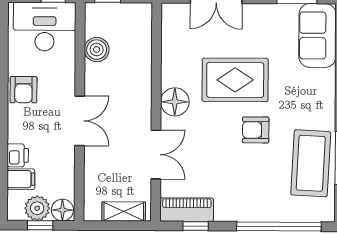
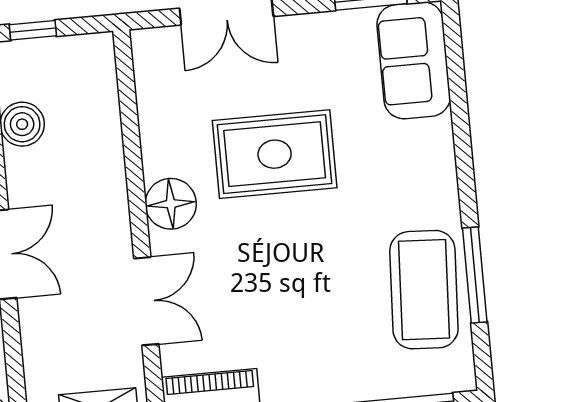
armchair: (256, 130) -> (320, 240), removed

